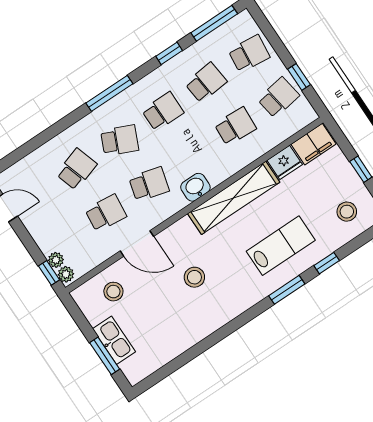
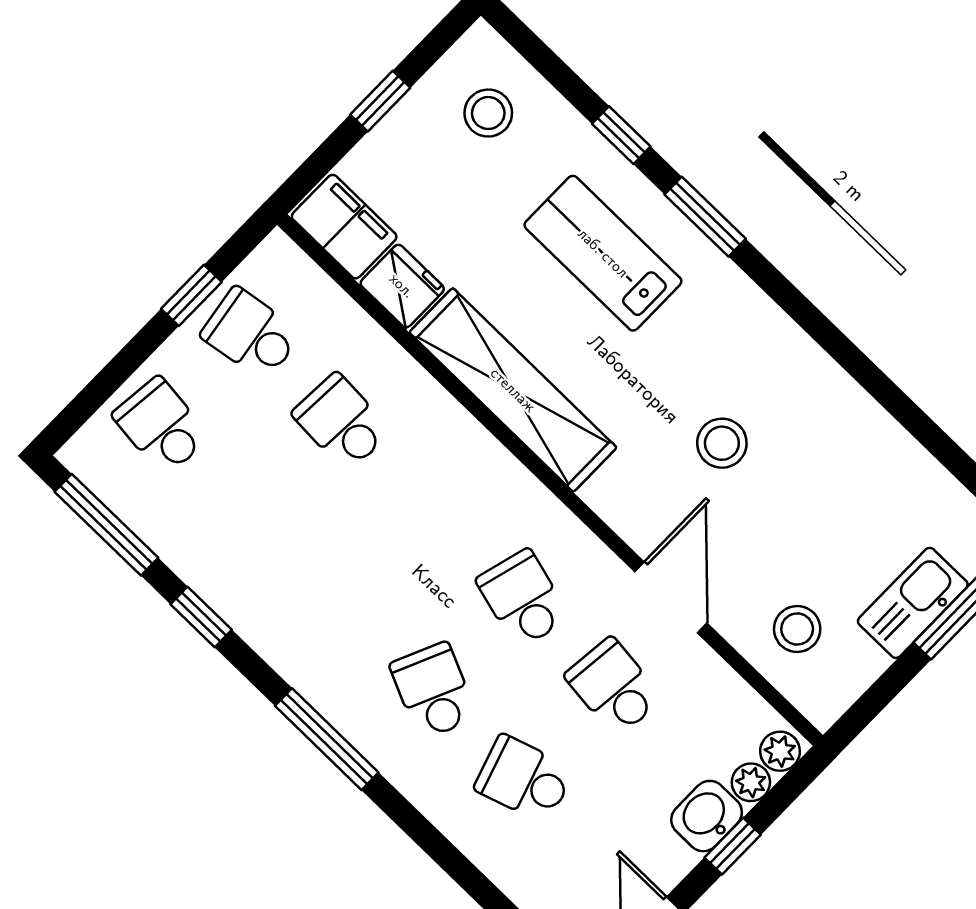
school desk: (206, 83) -> (252, 514), removed
school desk: (163, 111) -> (343, 603), removed
washbasin: (195, 187) -> (707, 816), moved, turned 90
window: (49, 273) -> (733, 846), moved

